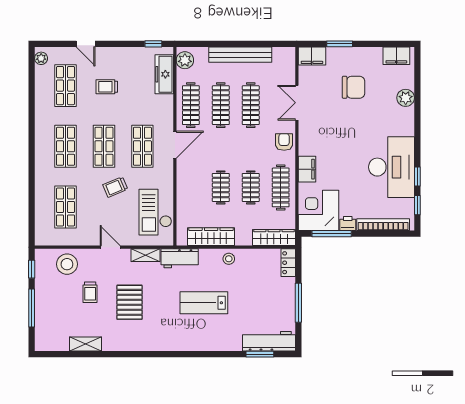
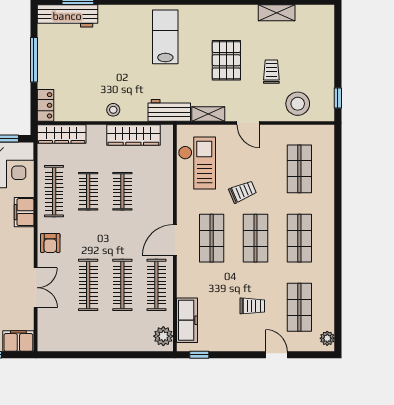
bench: (240, 55) -> (100, 342), removed
lab bench: (204, 303) -> (165, 37), moved, turned -90
window: (32, 308) -> (338, 54), removed

